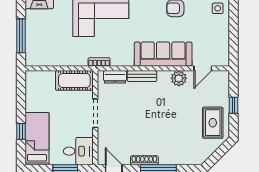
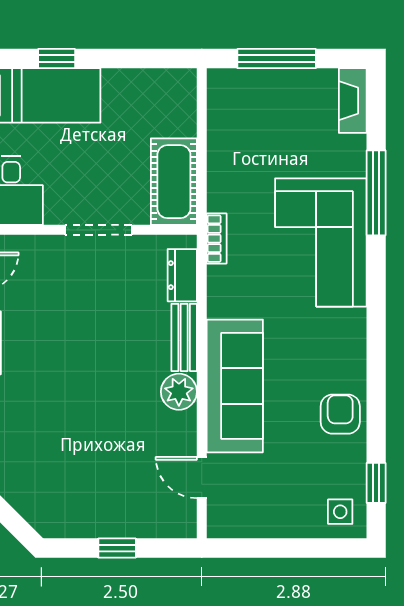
plant: (179, 78) -> (179, 392), moved
rug: (213, 123) -> (77, 500), removed

